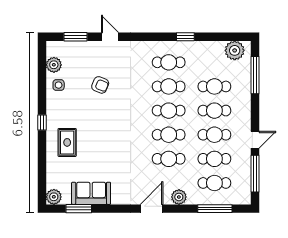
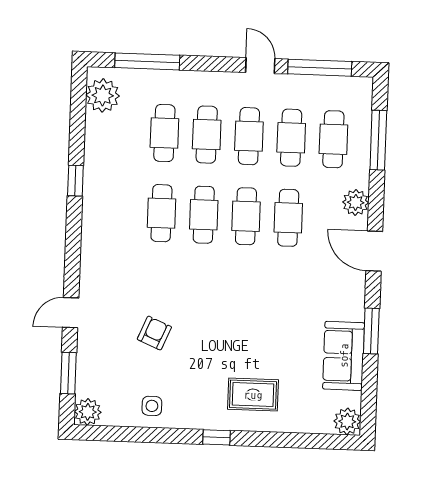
cafe table: (169, 62) -> (119, 212), removed
plant: (54, 65) -> (88, 412), moved
window: (79, 209) -> (371, 331), moved

